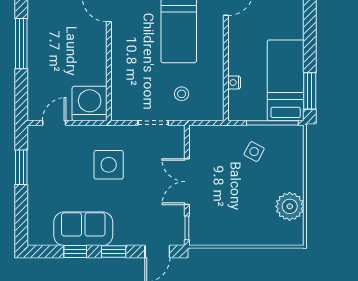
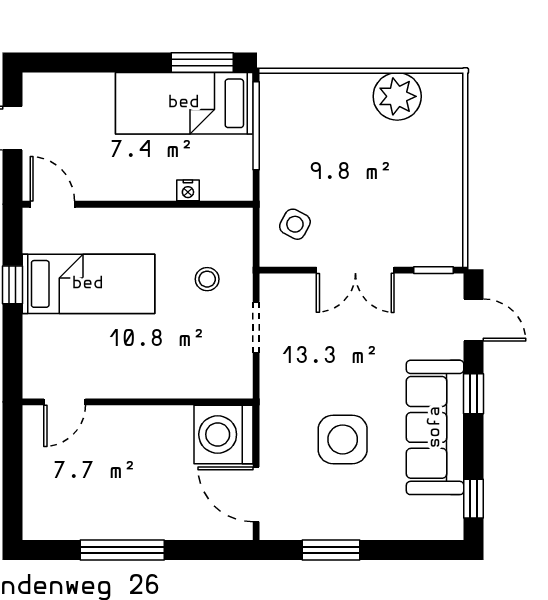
door: (54, 123) -> (256, 494), width x1.37
side table: (254, 152) -> (295, 224), moved
side table: (109, 165) -> (343, 439), moved
sofa: (83, 229) -> (435, 427), width x1.36
window: (75, 252) -> (474, 499), moved

